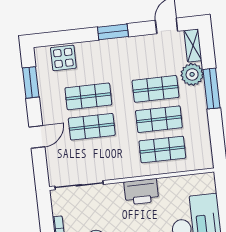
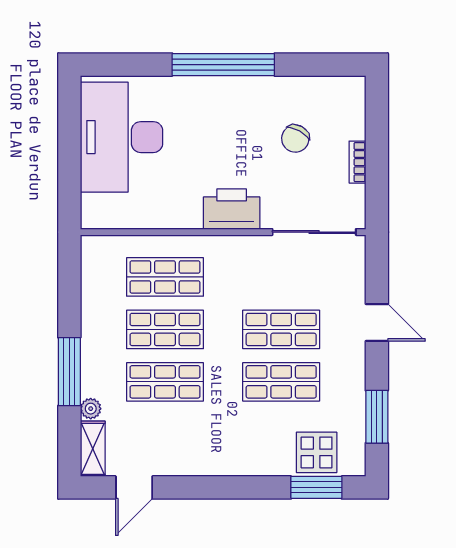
window: (113, 32) -> (316, 487), moved
plant: (192, 74) -> (91, 409), width x0.53, depth x0.53
door: (37, 137) -> (377, 323), swing flipped
printer: (141, 192) -> (232, 209), moved

